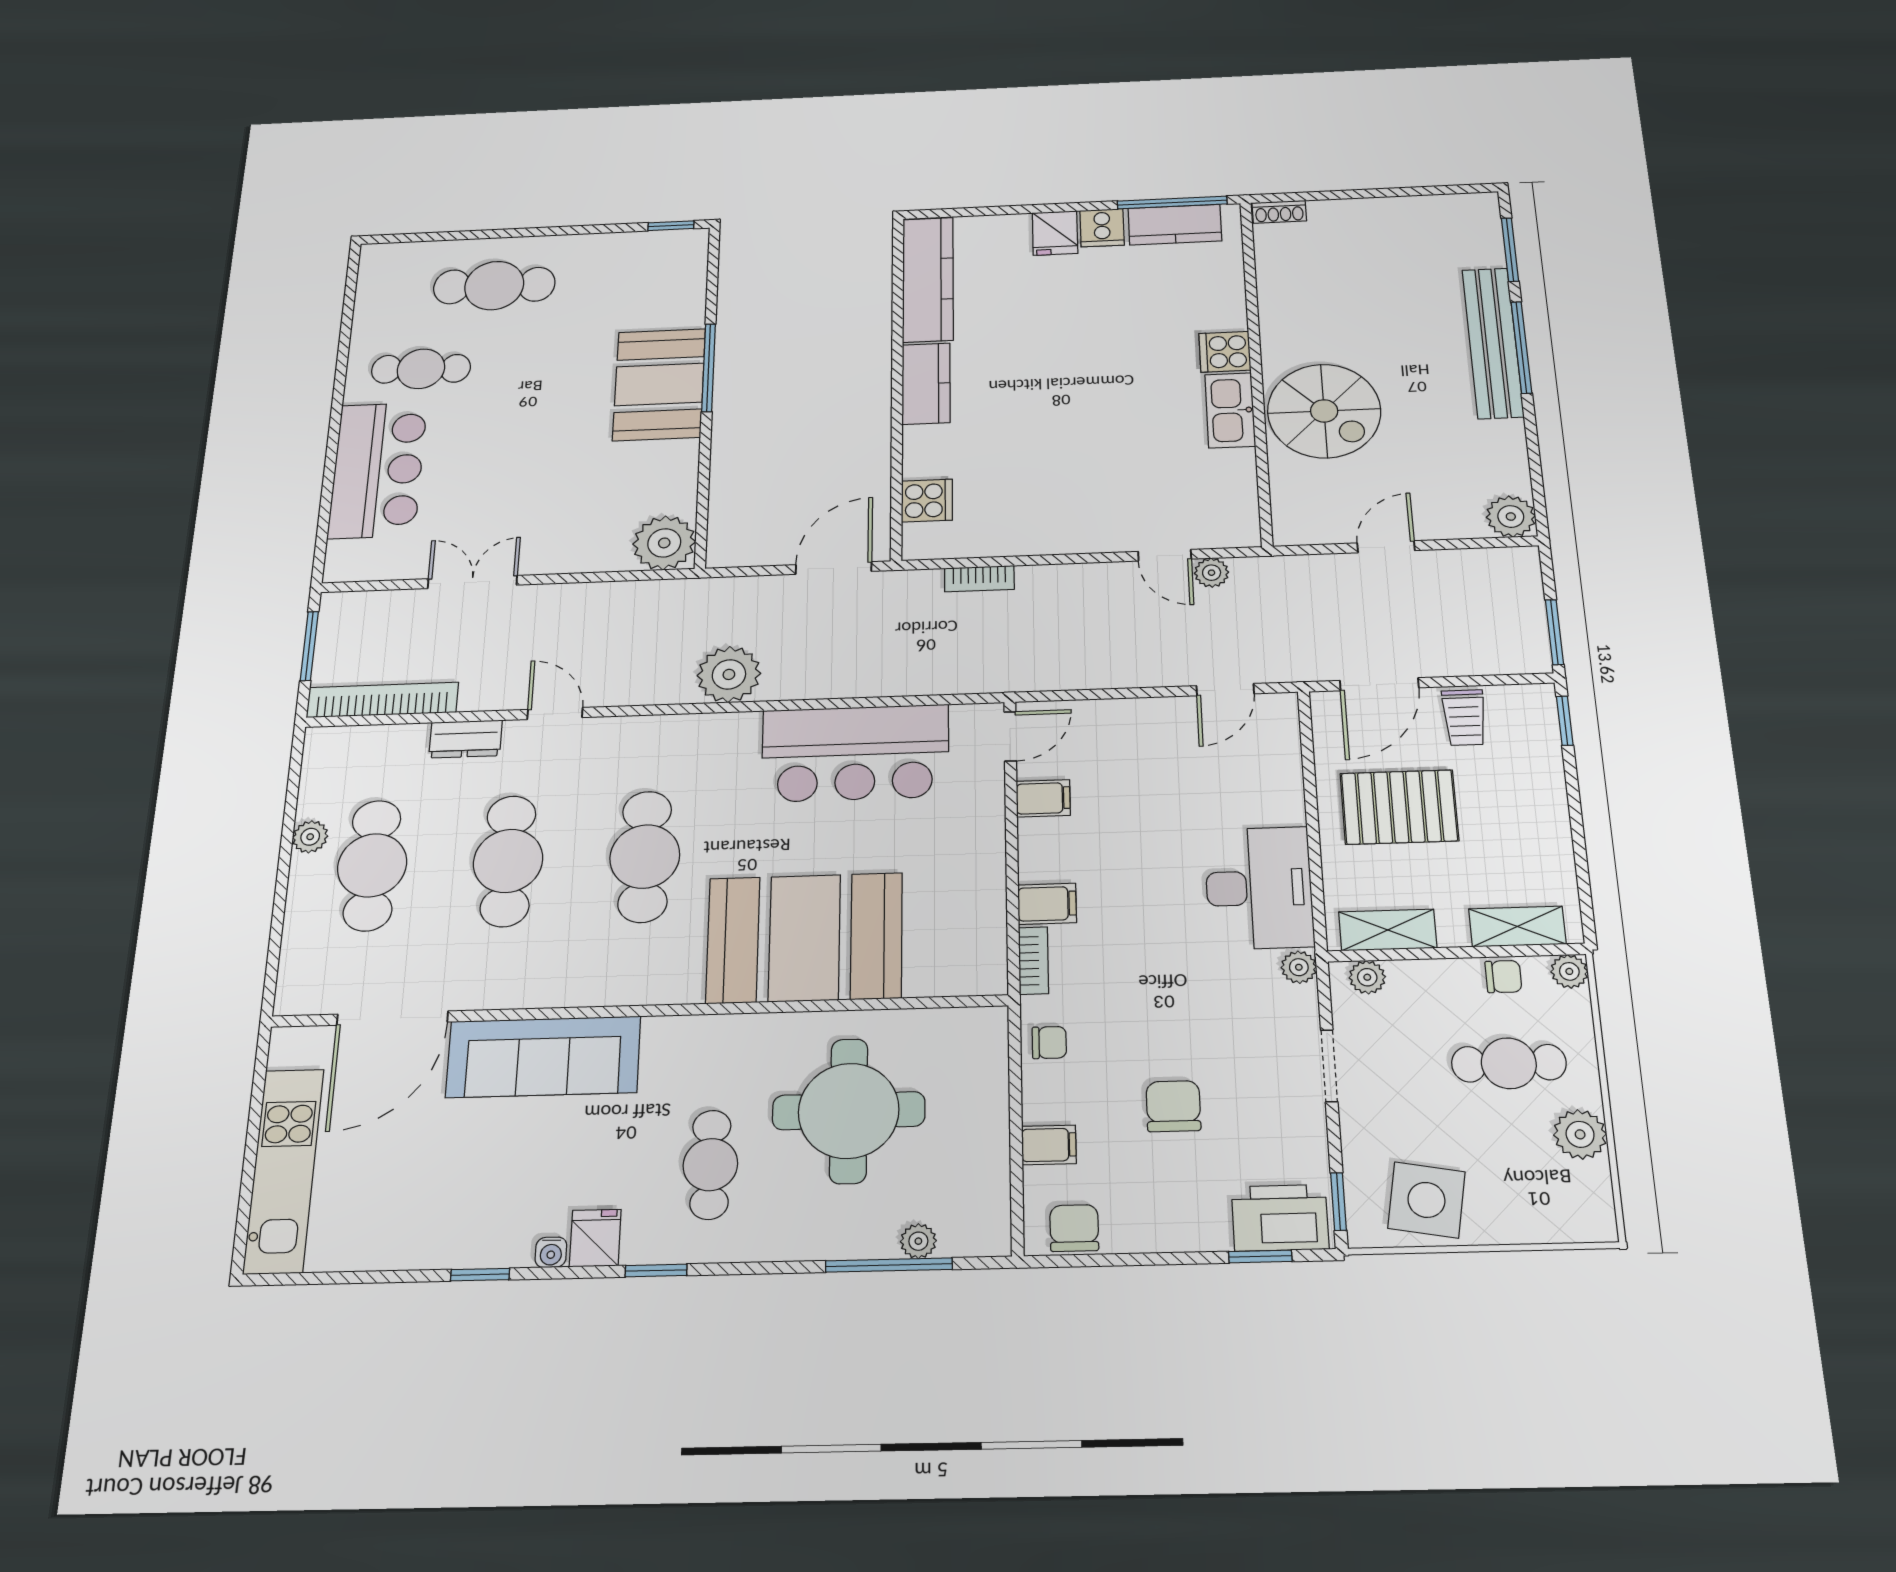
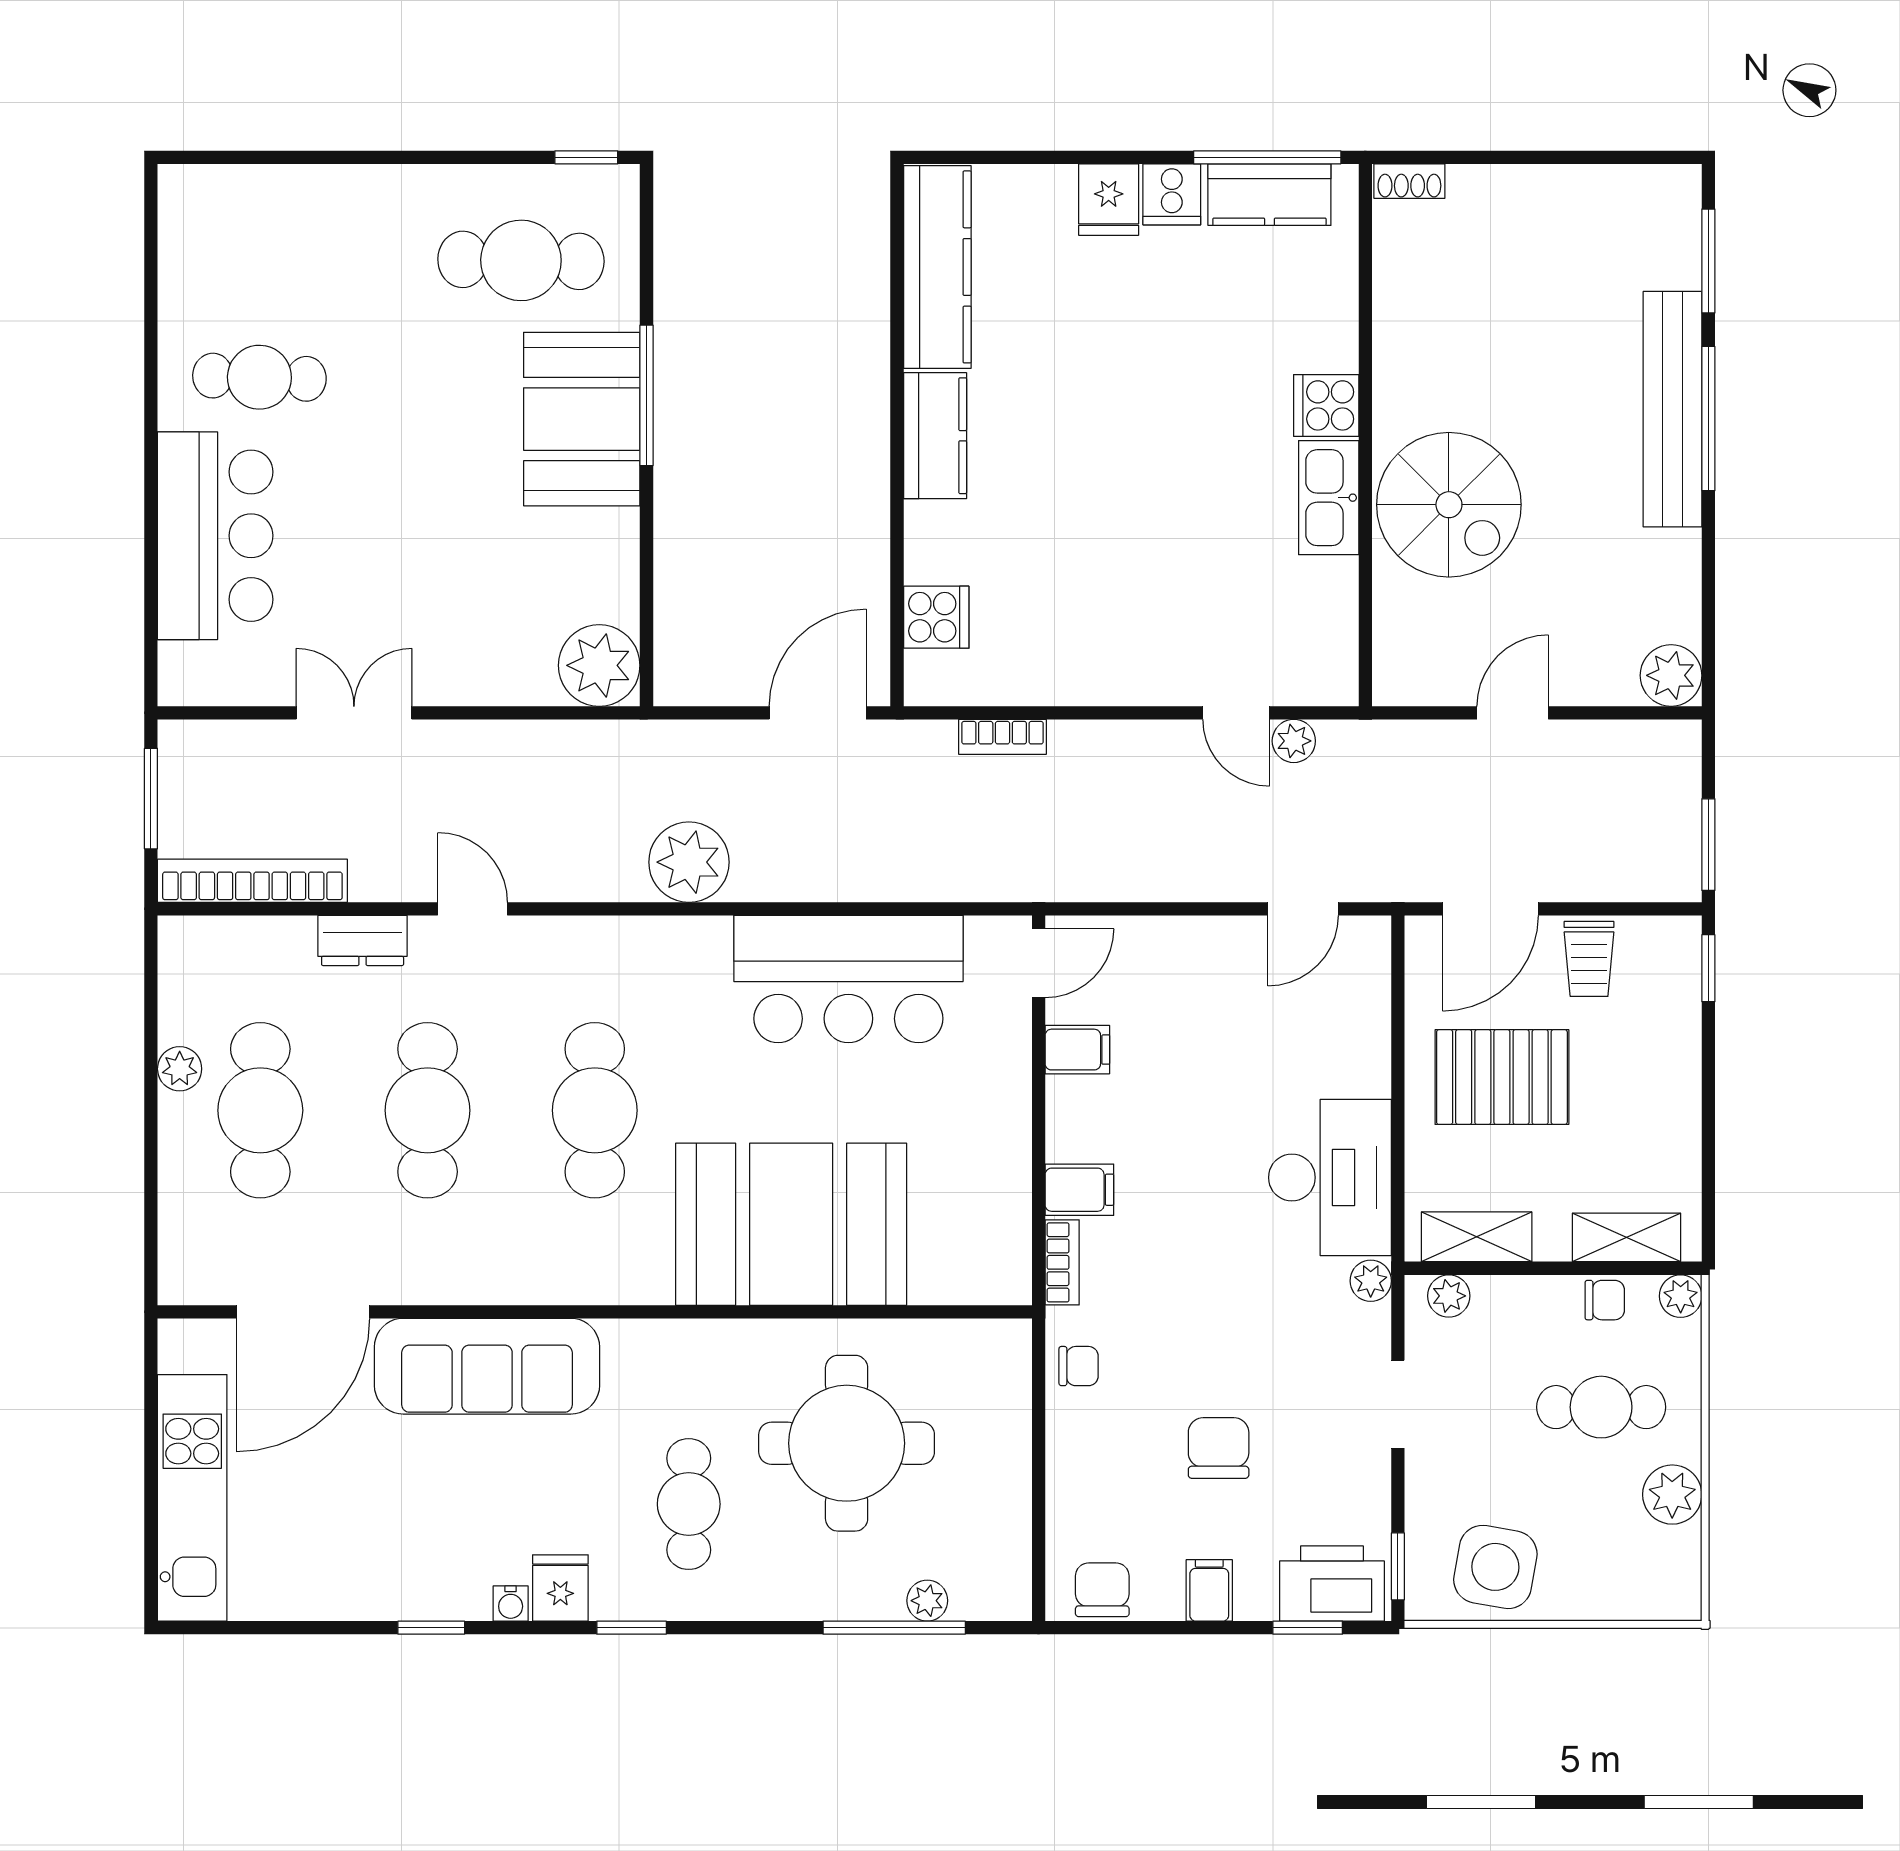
cafe table: (494, 286) -> (521, 260), moved
filing cabinet: (1049, 1145) -> (1209, 1590), moved, turned -90

